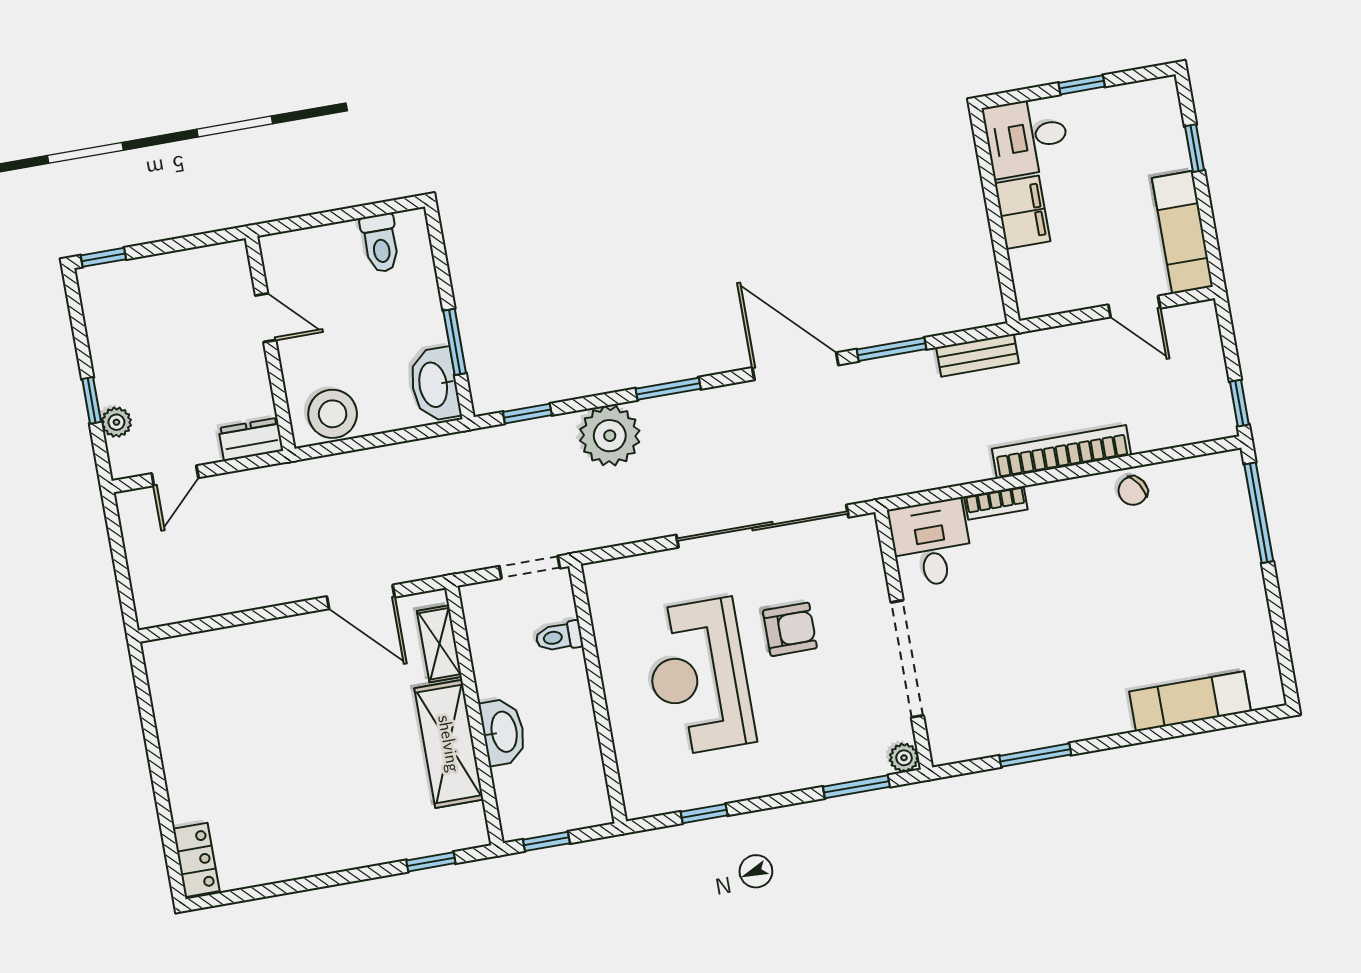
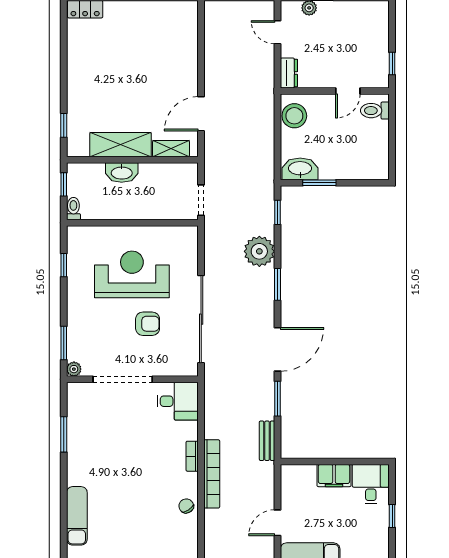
toilet: (380, 243) -> (375, 111), moved
window: (103, 257) -> (392, 64), moved
bookcase: (996, 503) -> (192, 456), moved
armchair: (790, 629) -> (148, 324), turned -90
toilet: (559, 637) -> (73, 209), moved

